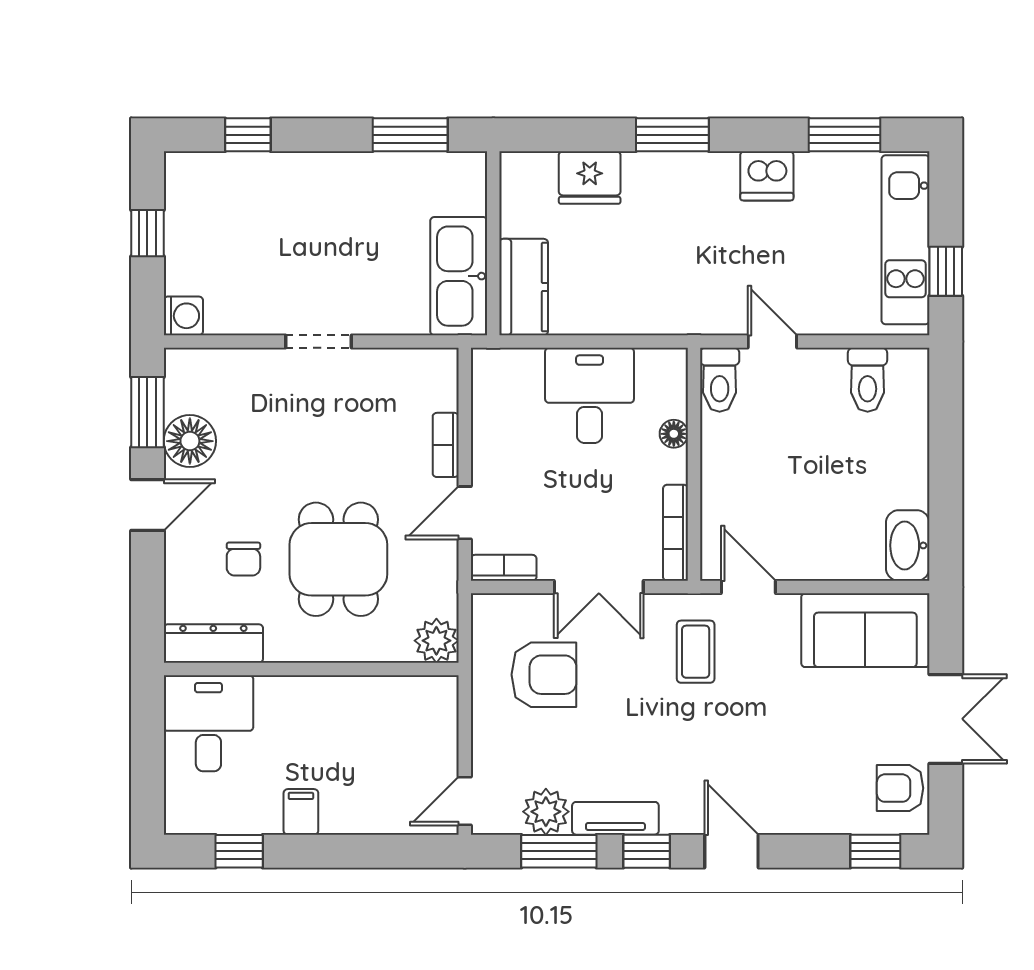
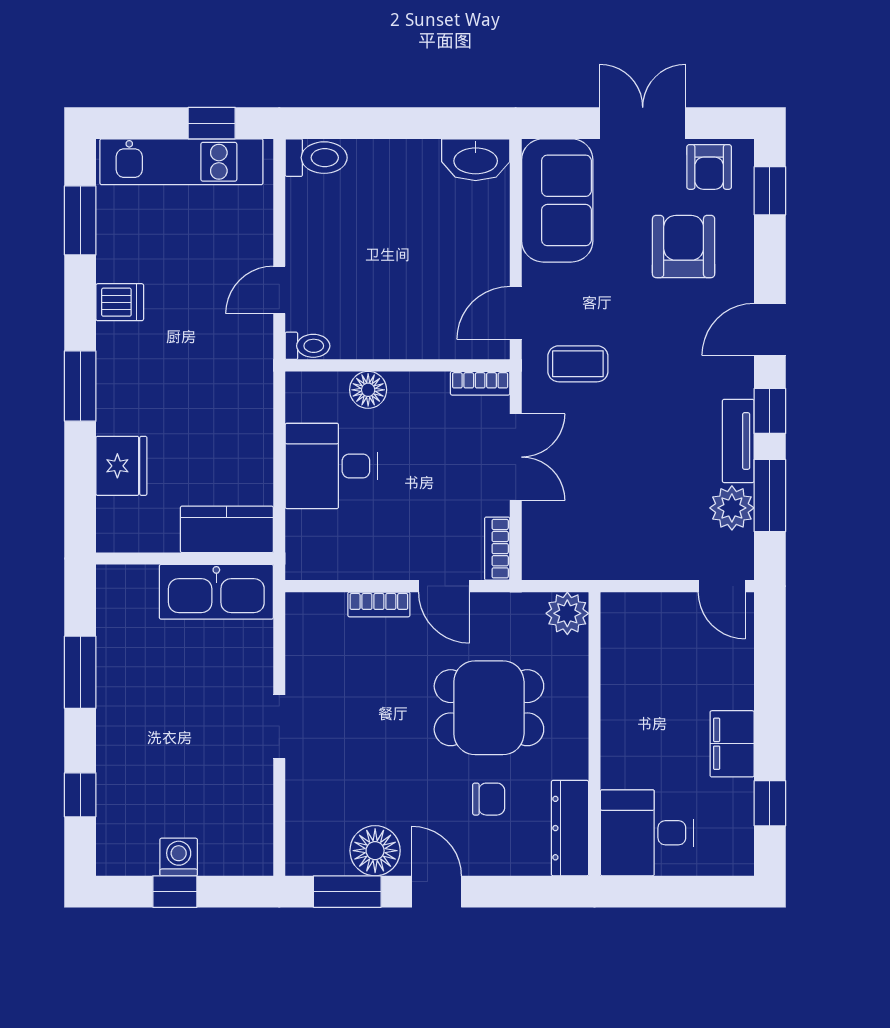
window: (410, 135) -> (80, 672), moved
dishwasher: (767, 176) -> (120, 302), width x0.73
washing machine: (183, 316) -> (179, 857), moved
toilet: (720, 380) -> (307, 346), width x0.73, depth x0.72
toilet: (868, 380) -> (316, 158), moved
floor lamp: (674, 434) -> (368, 390), width x1.37, depth x1.37
bookcase: (675, 533) -> (480, 383), width x0.64
armchair: (544, 675) -> (684, 247), moved
filing cabinet: (301, 812) -> (732, 744), width x2.00

